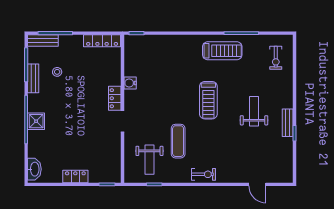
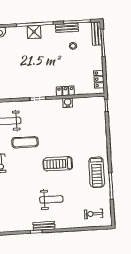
locker: (102, 41) -> (99, 79), width x0.66
locker: (115, 98) -> (65, 91), moved

